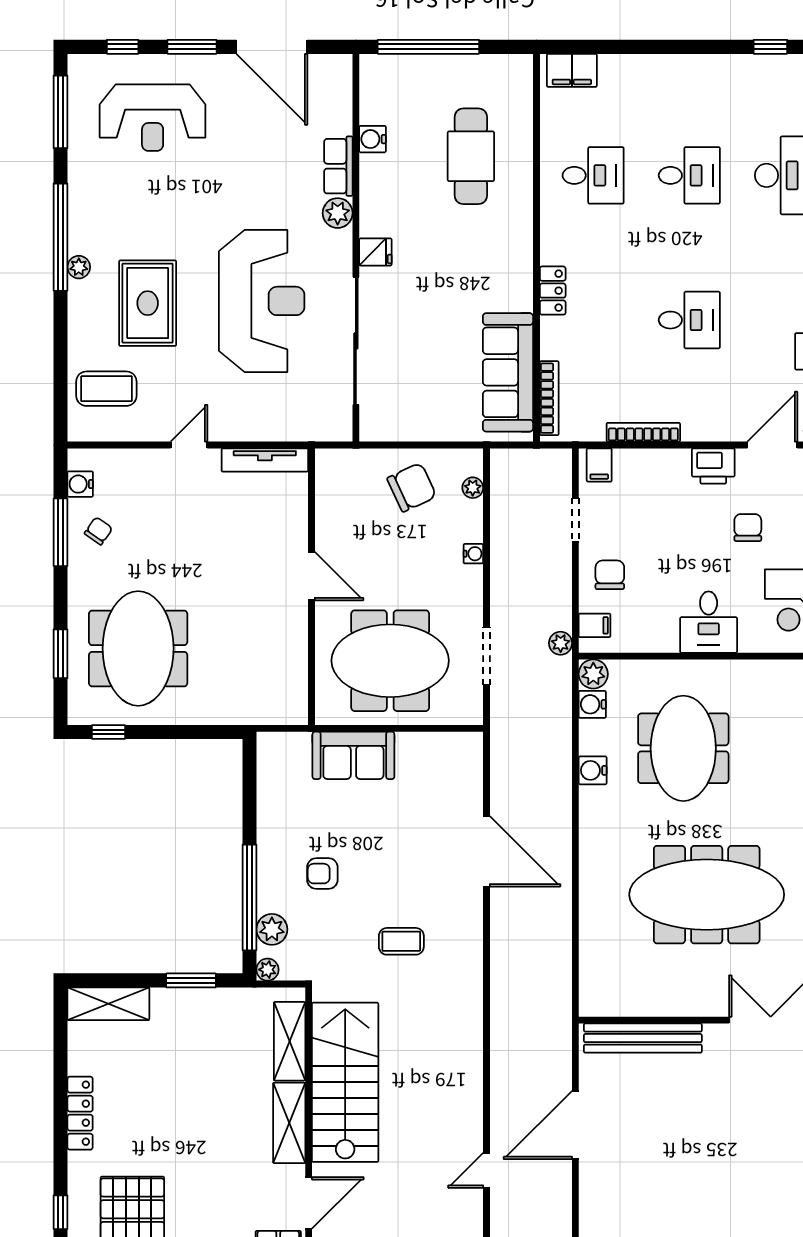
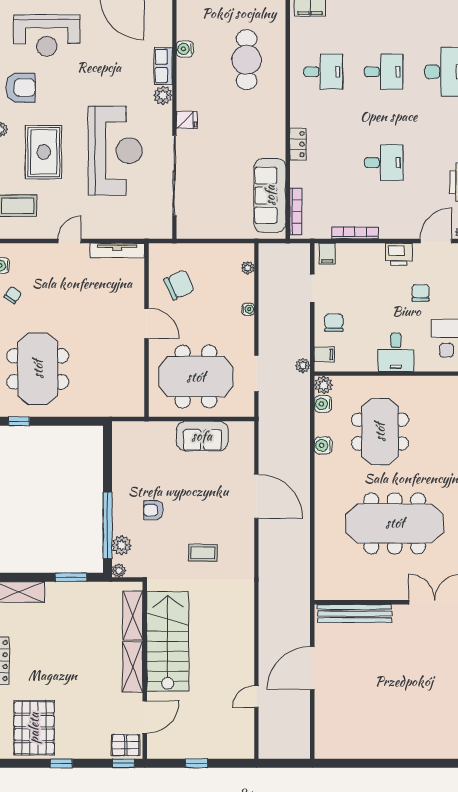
armchair: (111, 201) -> (20, 88), added
chair: (412, 487) -> (179, 285), moved
sofa: (353, 755) -> (202, 436), moved

